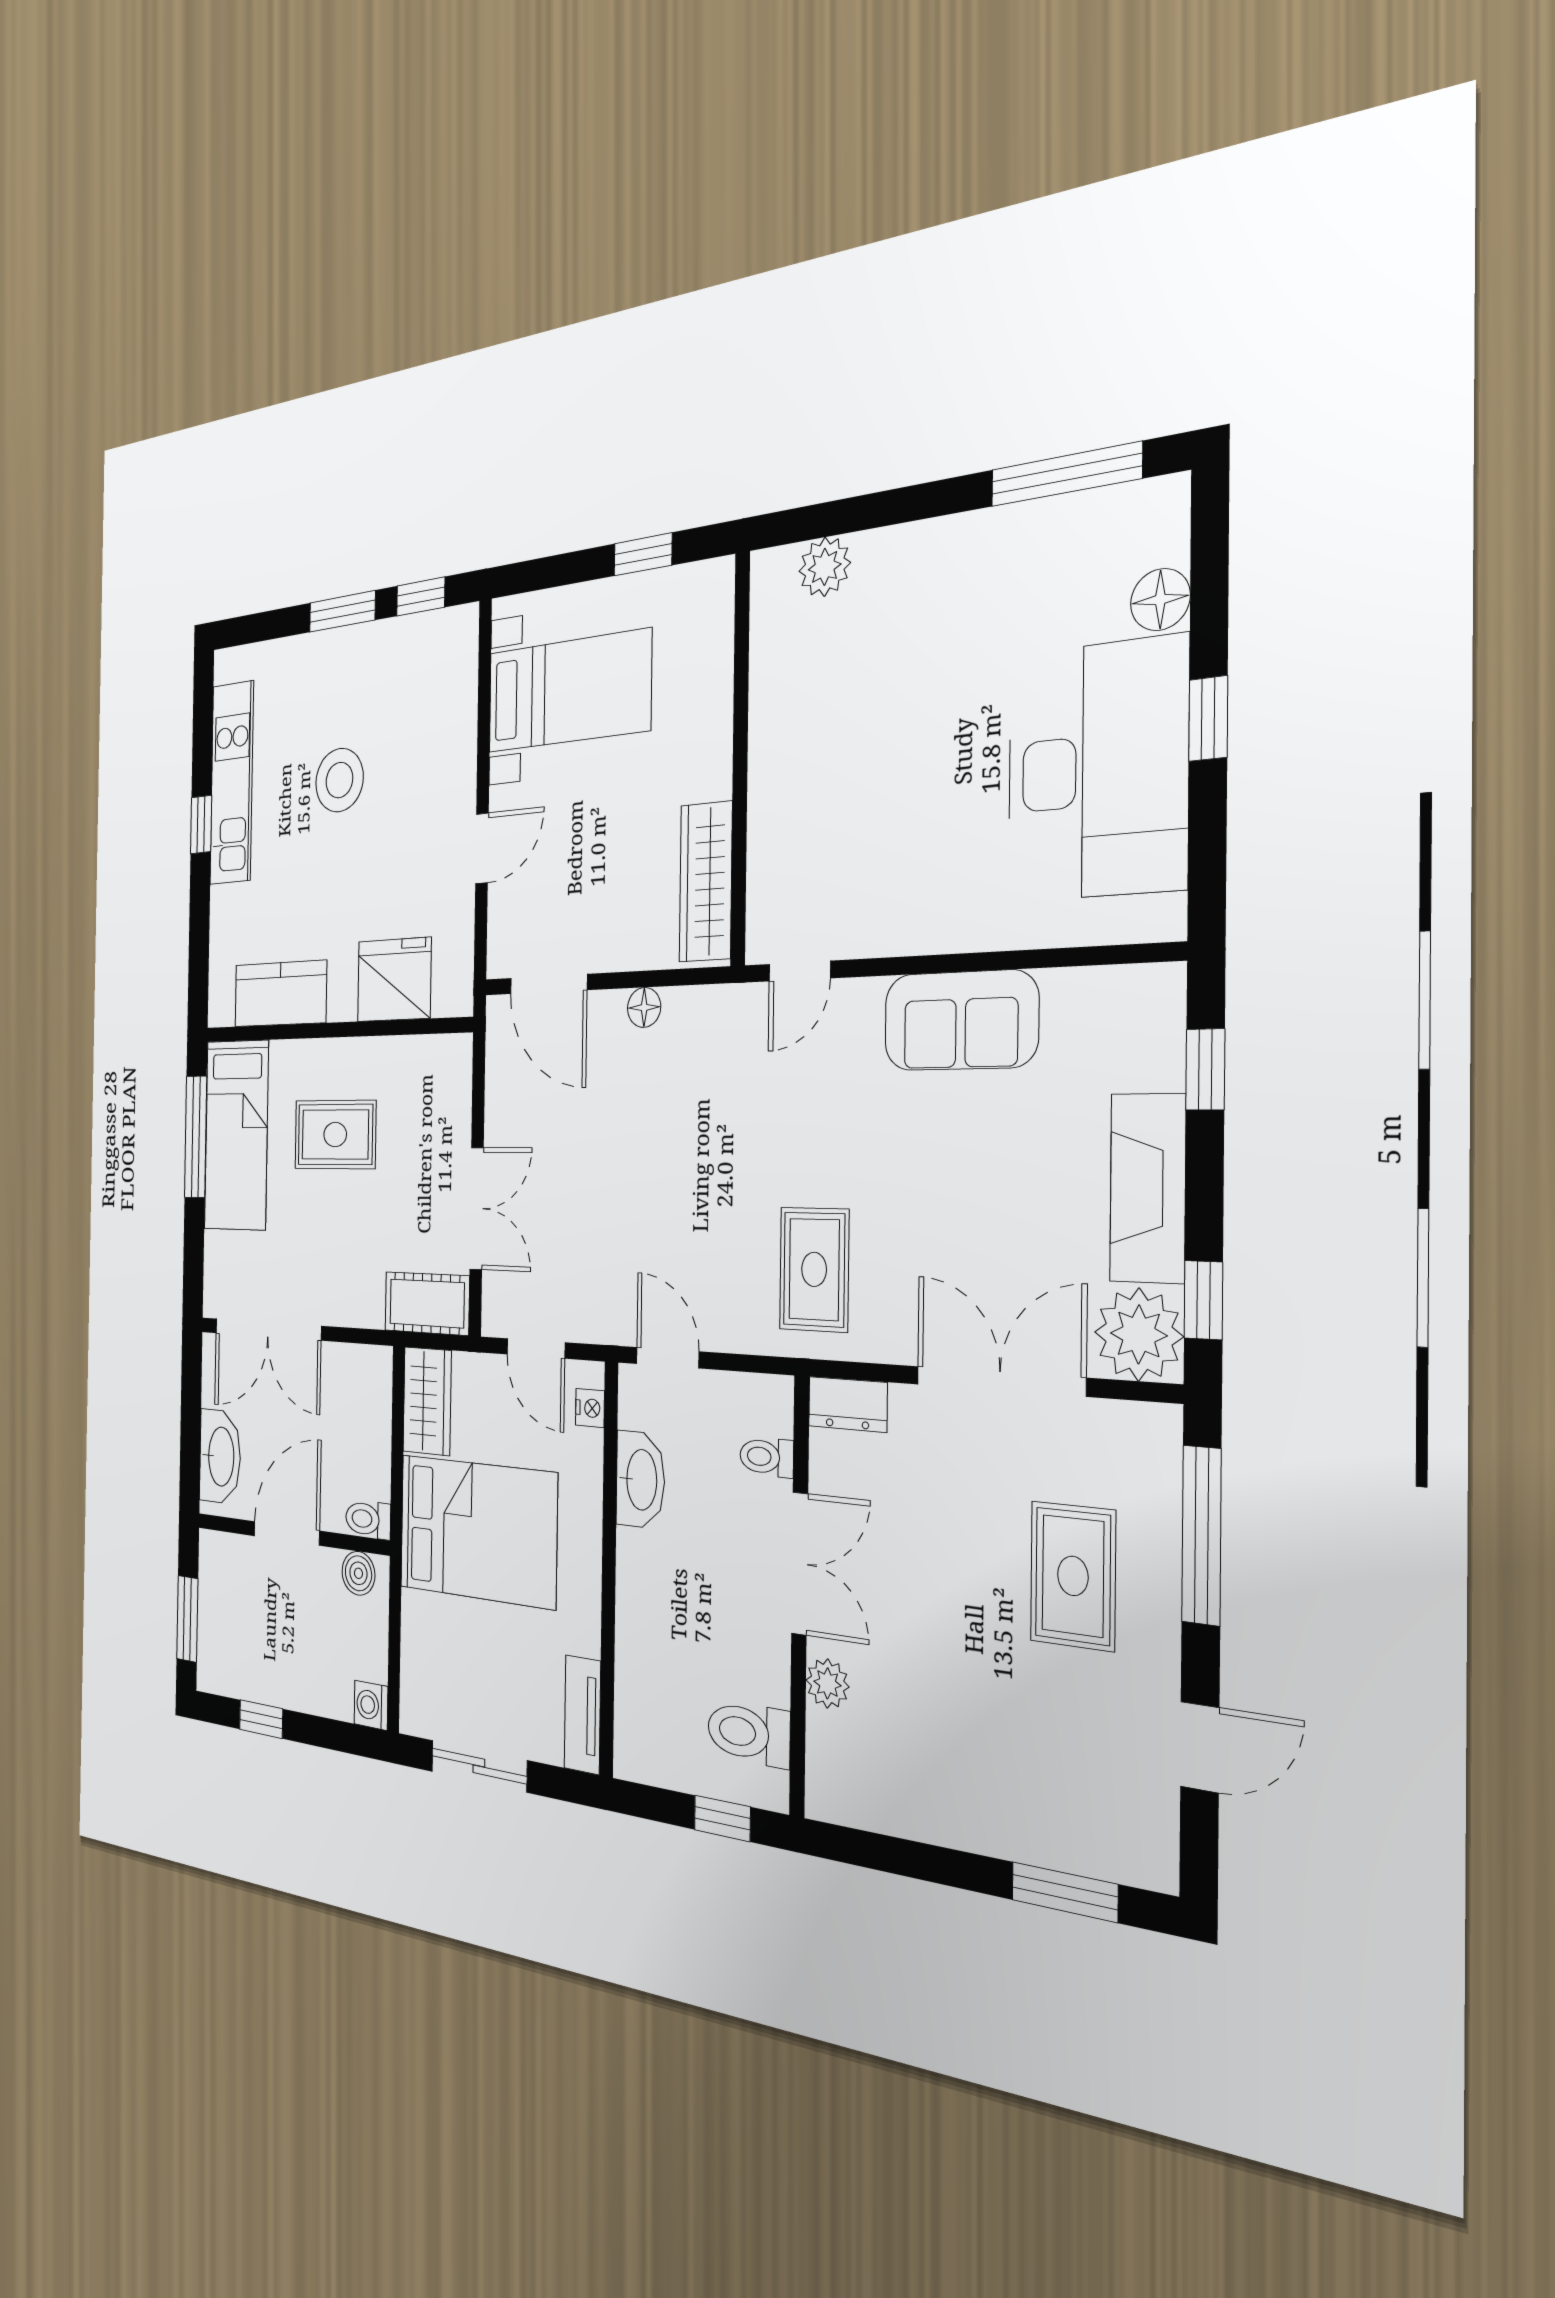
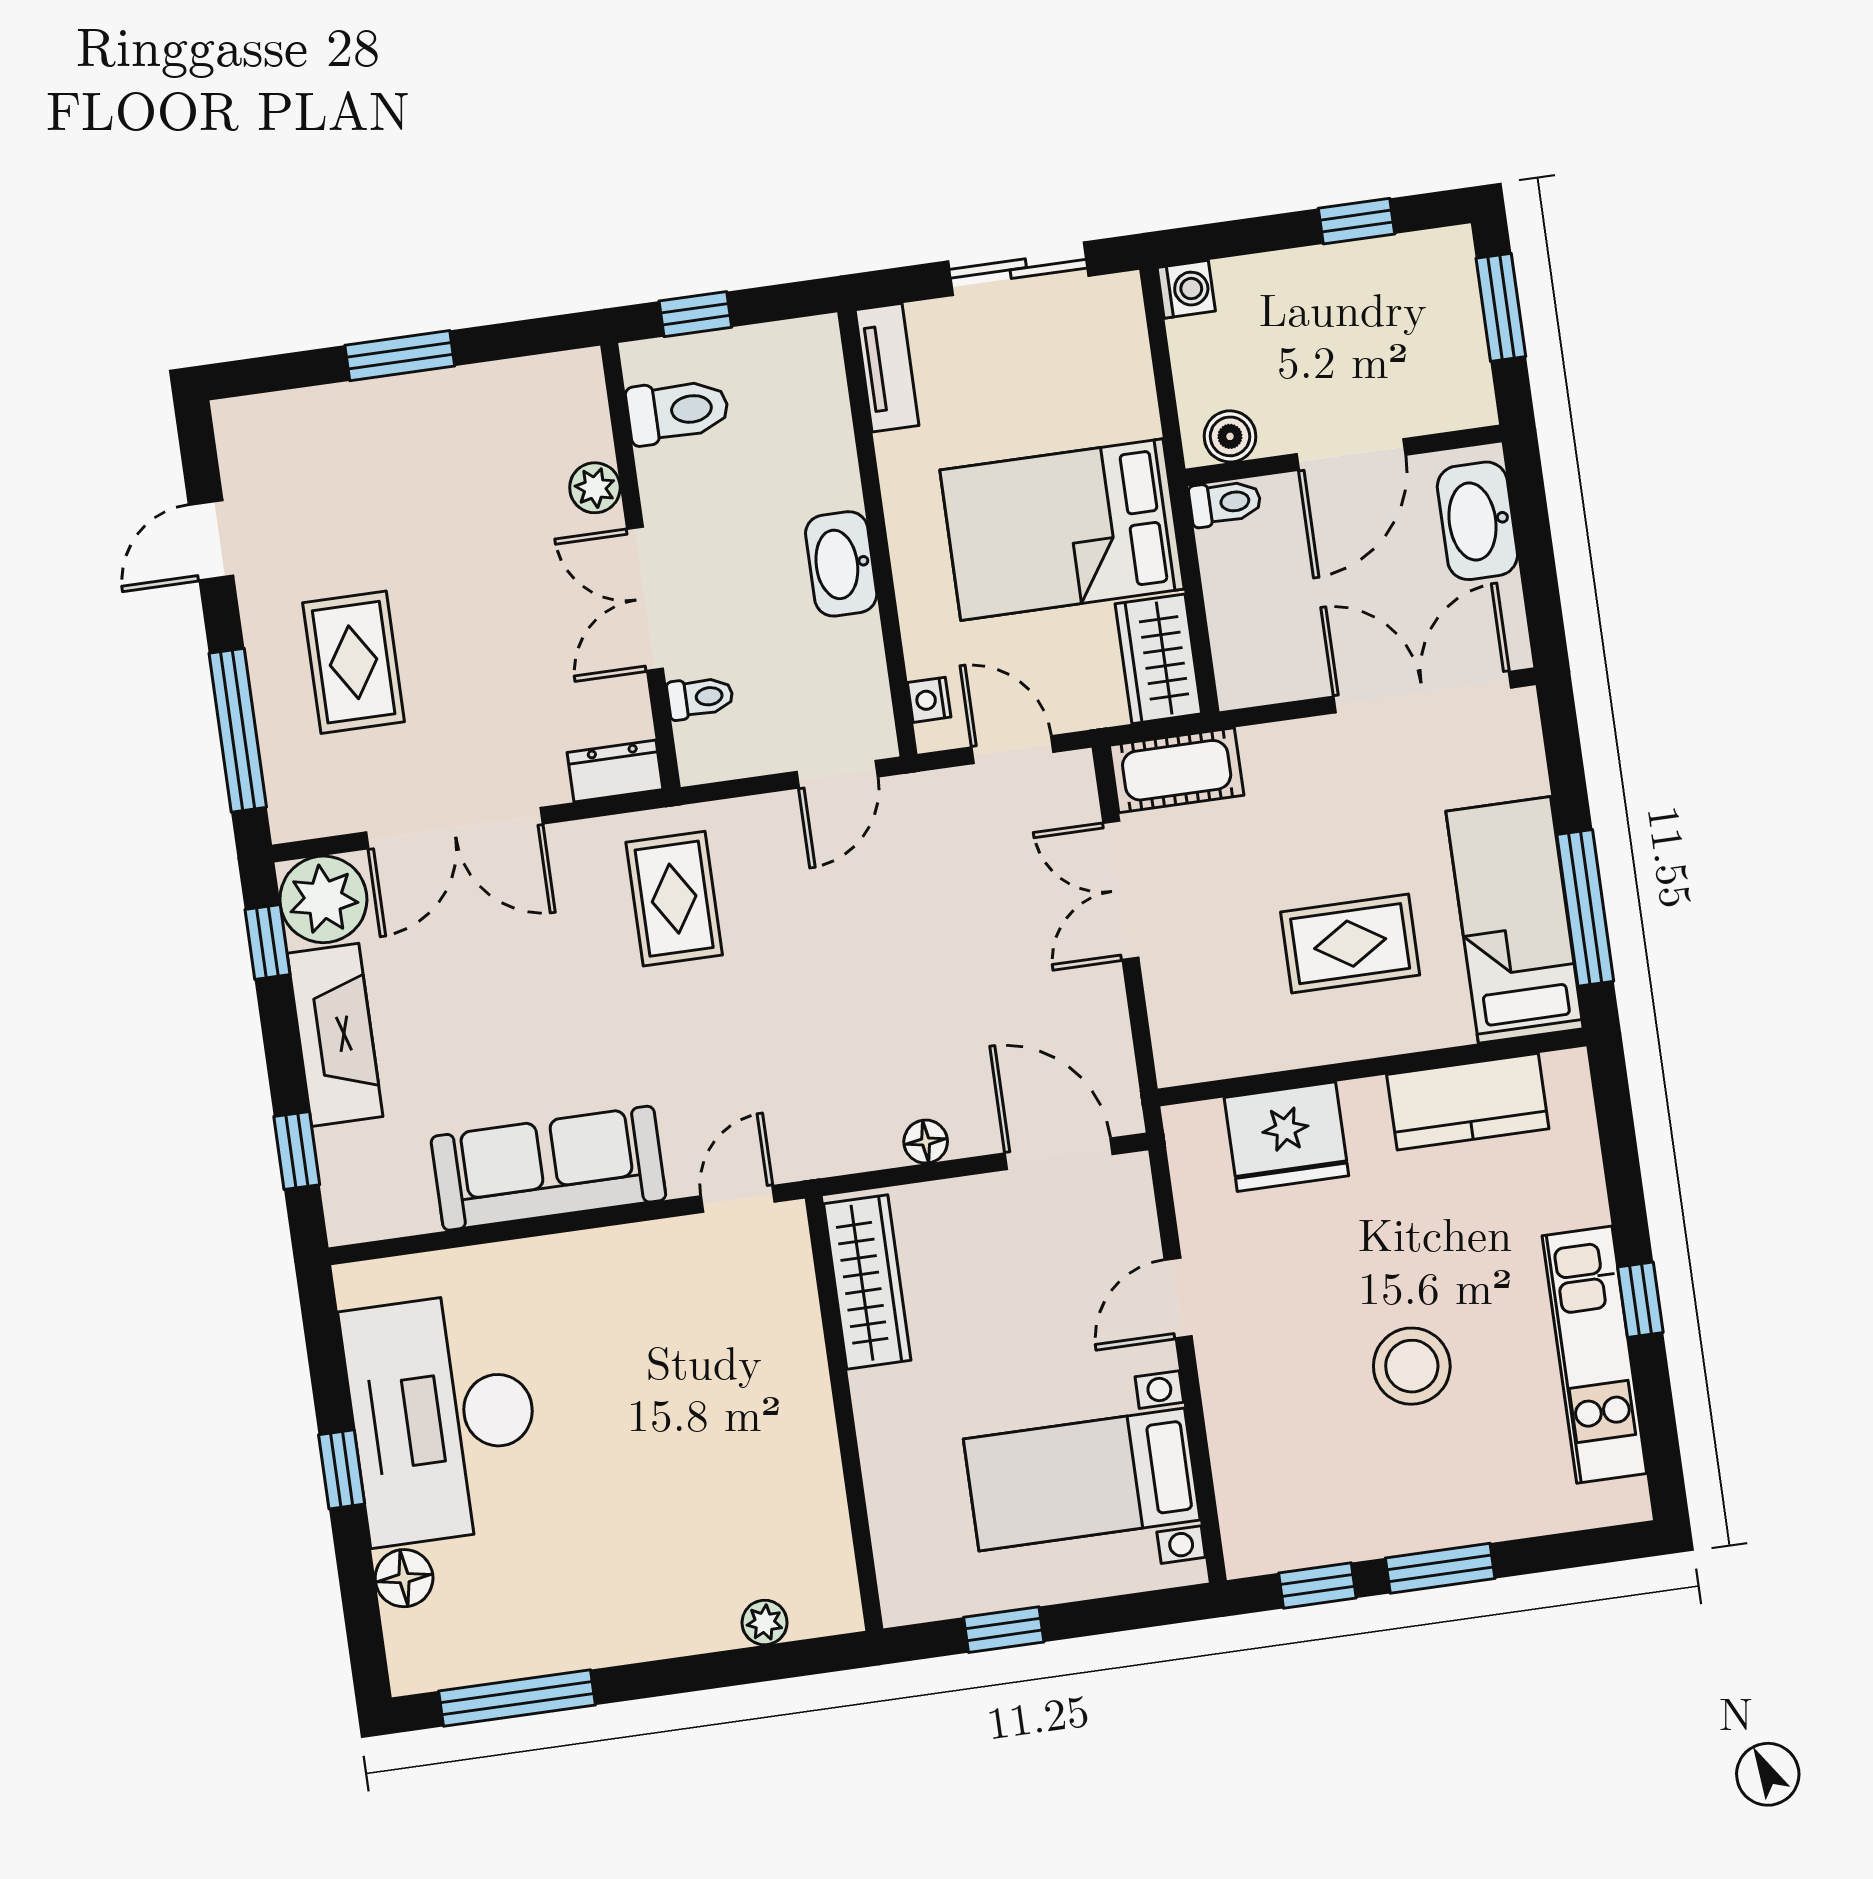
plant: (825, 567) -> (765, 1623), width x0.73, depth x0.73
sofa: (961, 1020) -> (548, 1168), width x1.36
door: (668, 1358) -> (837, 774), hinge flipped
washbasin: (640, 1480) -> (841, 564), moved
window: (1065, 1892) -> (400, 356), moved

